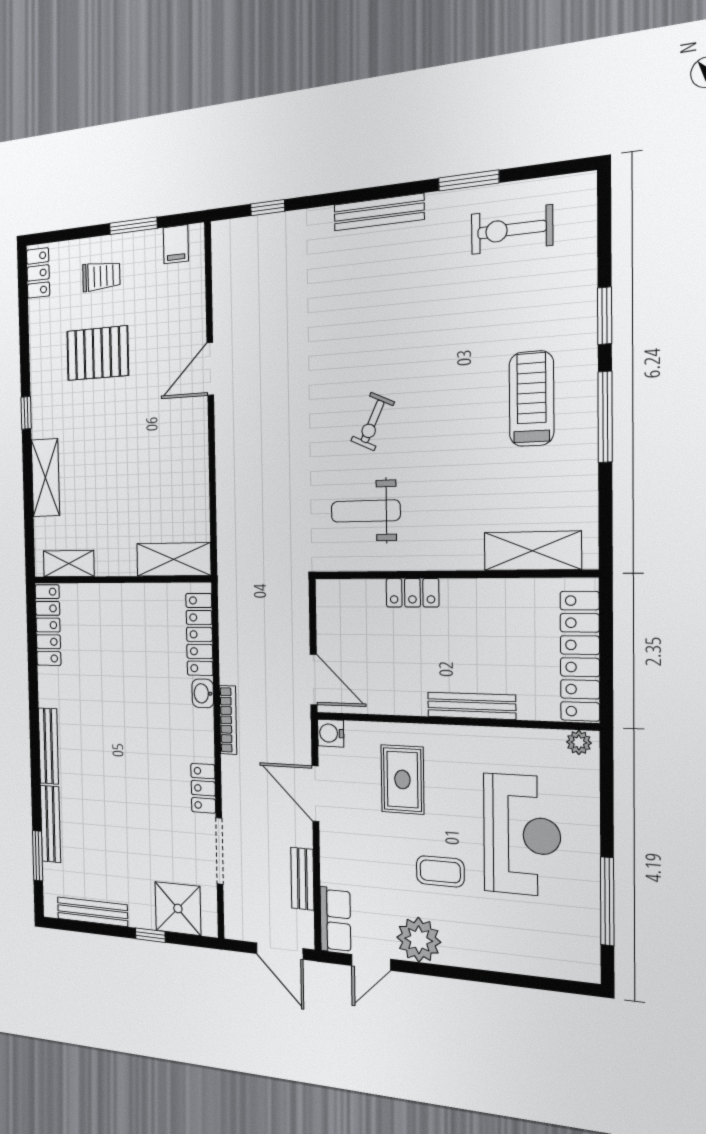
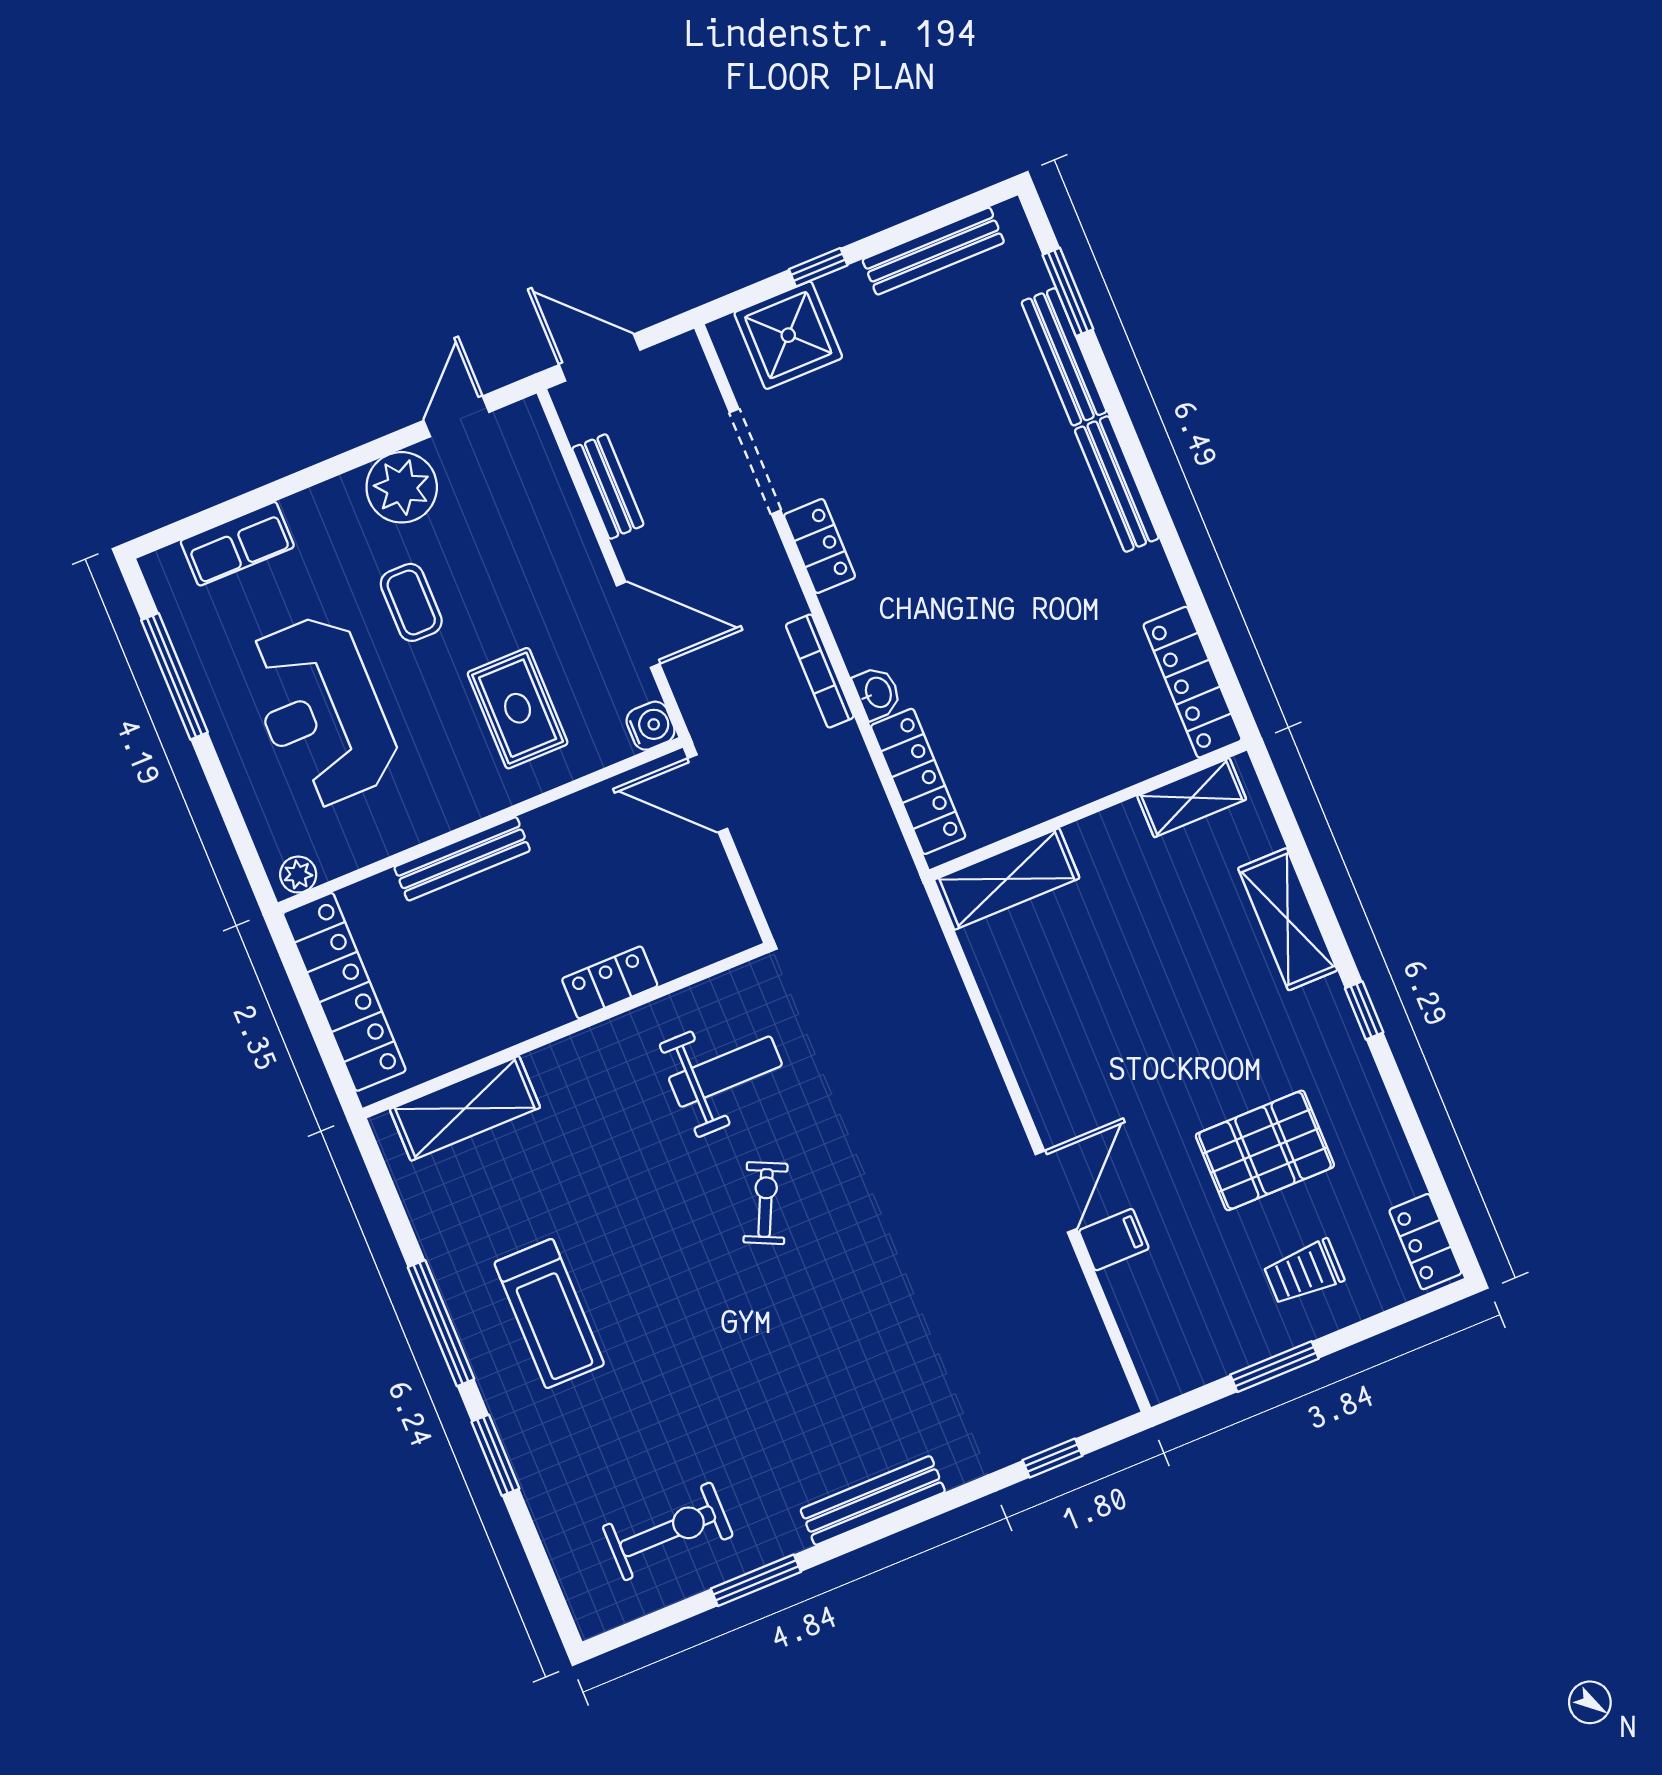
filing cabinet: (176, 244) -> (1114, 1240), moved, turned 90
coffee table: (440, 871) -> (411, 602), turned 90
row of seats: (335, 920) -> (237, 544), moved, turned -90

